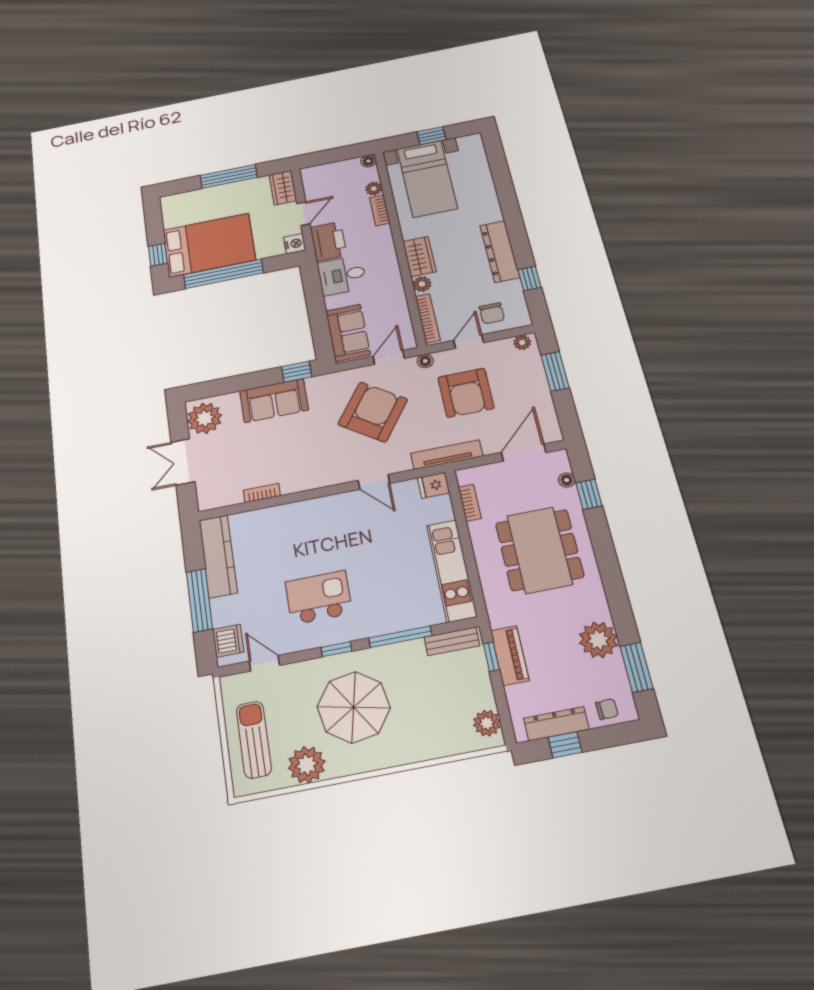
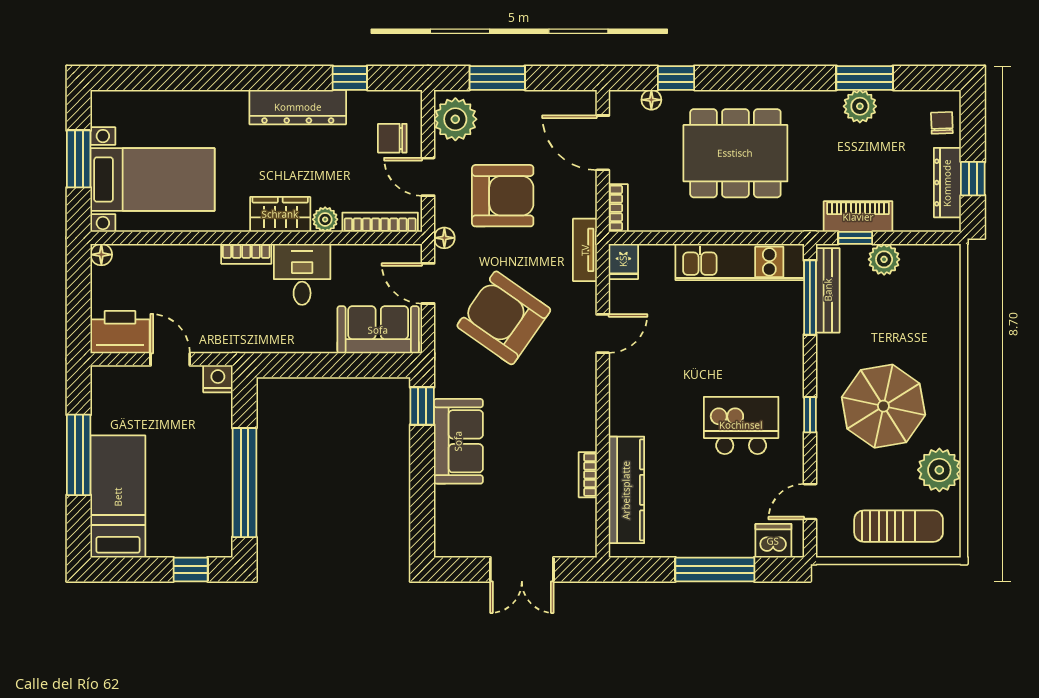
window: (431, 136) -> (79, 159), width x1.50
wardrobe: (283, 188) -> (118, 381), removed
plant: (374, 189) -> (151, 256), removed
bookcase: (380, 210) -> (246, 254), moved
printer: (328, 241) -> (120, 332), moved
bed: (209, 245) -> (118, 497), moved, width x0.67
desk: (342, 275) -> (302, 274), moved, turned 180
chair: (492, 313) -> (392, 138), turned 180
plant: (522, 342) -> (455, 119), width x1.87, depth x1.87
plant: (205, 418) -> (465, 534), removed
tv unit: (447, 455) -> (585, 250), width x0.71
bookcase: (470, 503) -> (618, 208), moved, turned 90
kitchen counter: (218, 556) -> (626, 490), moved, turned 90
kitchen island: (319, 597) -> (741, 425), turned 90
window: (400, 637) -> (810, 298), moved
plant: (598, 640) -> (860, 106), width x0.73, depth x0.73
bench: (452, 641) -> (828, 290), width x1.36
window: (637, 667) -> (865, 78), moved
plant: (487, 723) -> (884, 259), moved
sun lounger: (254, 740) -> (899, 526), turned 180

